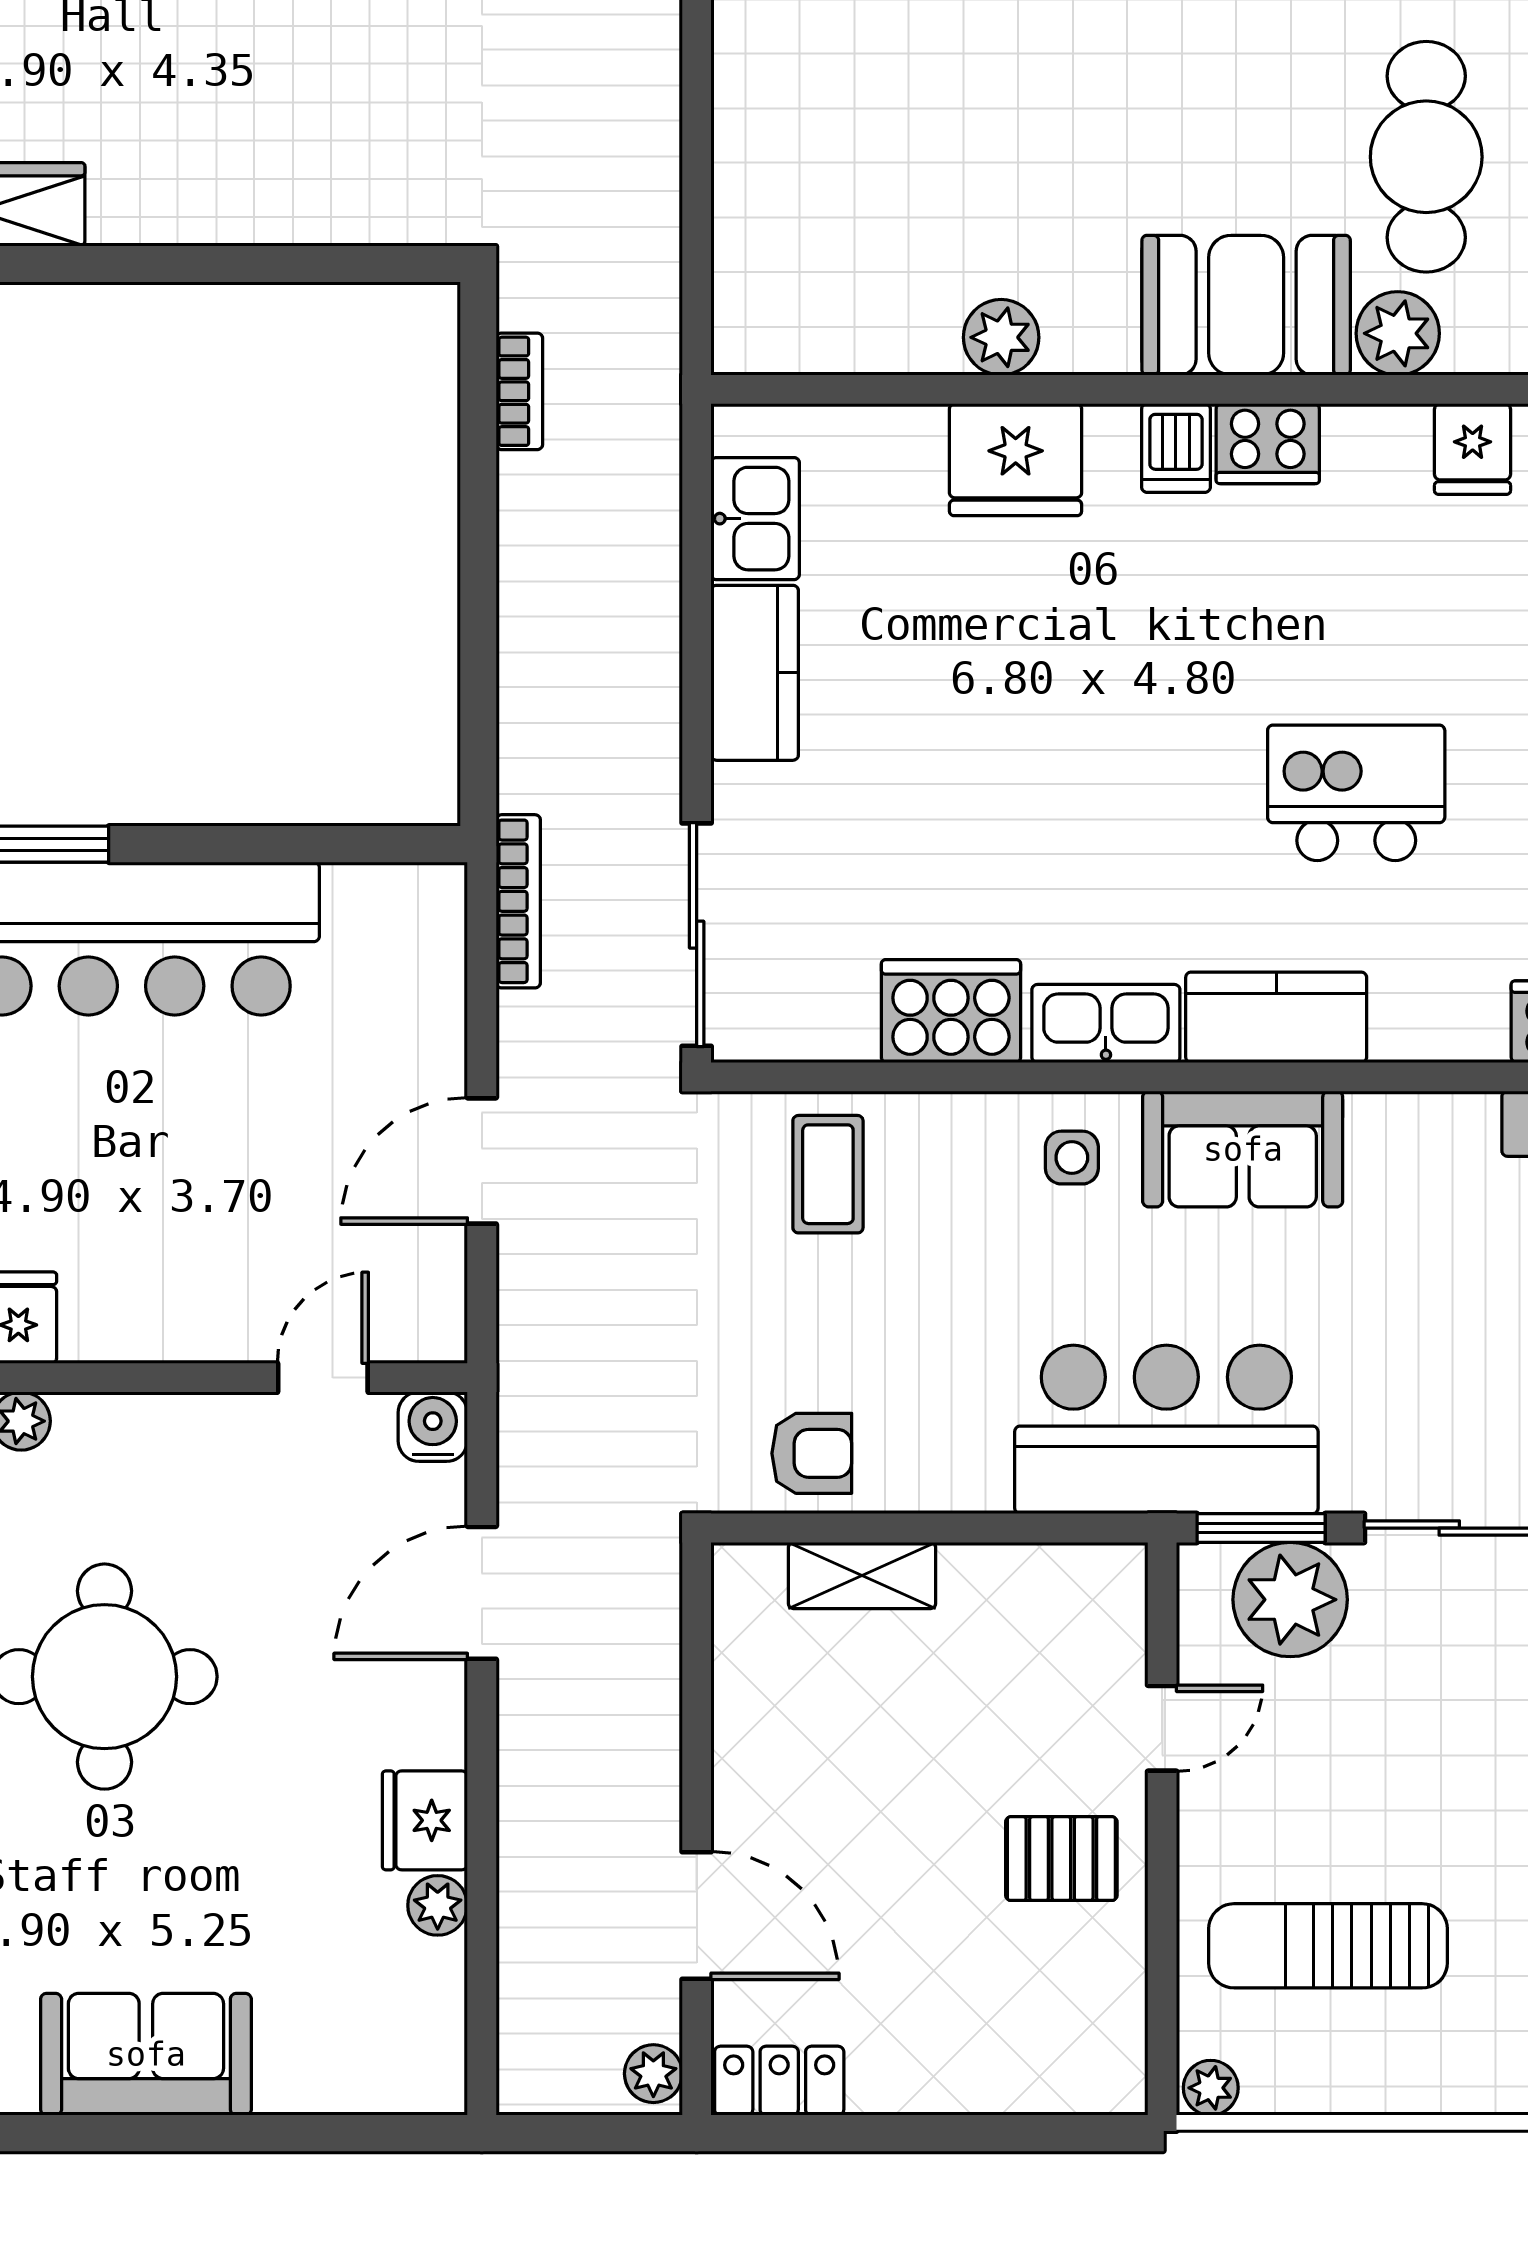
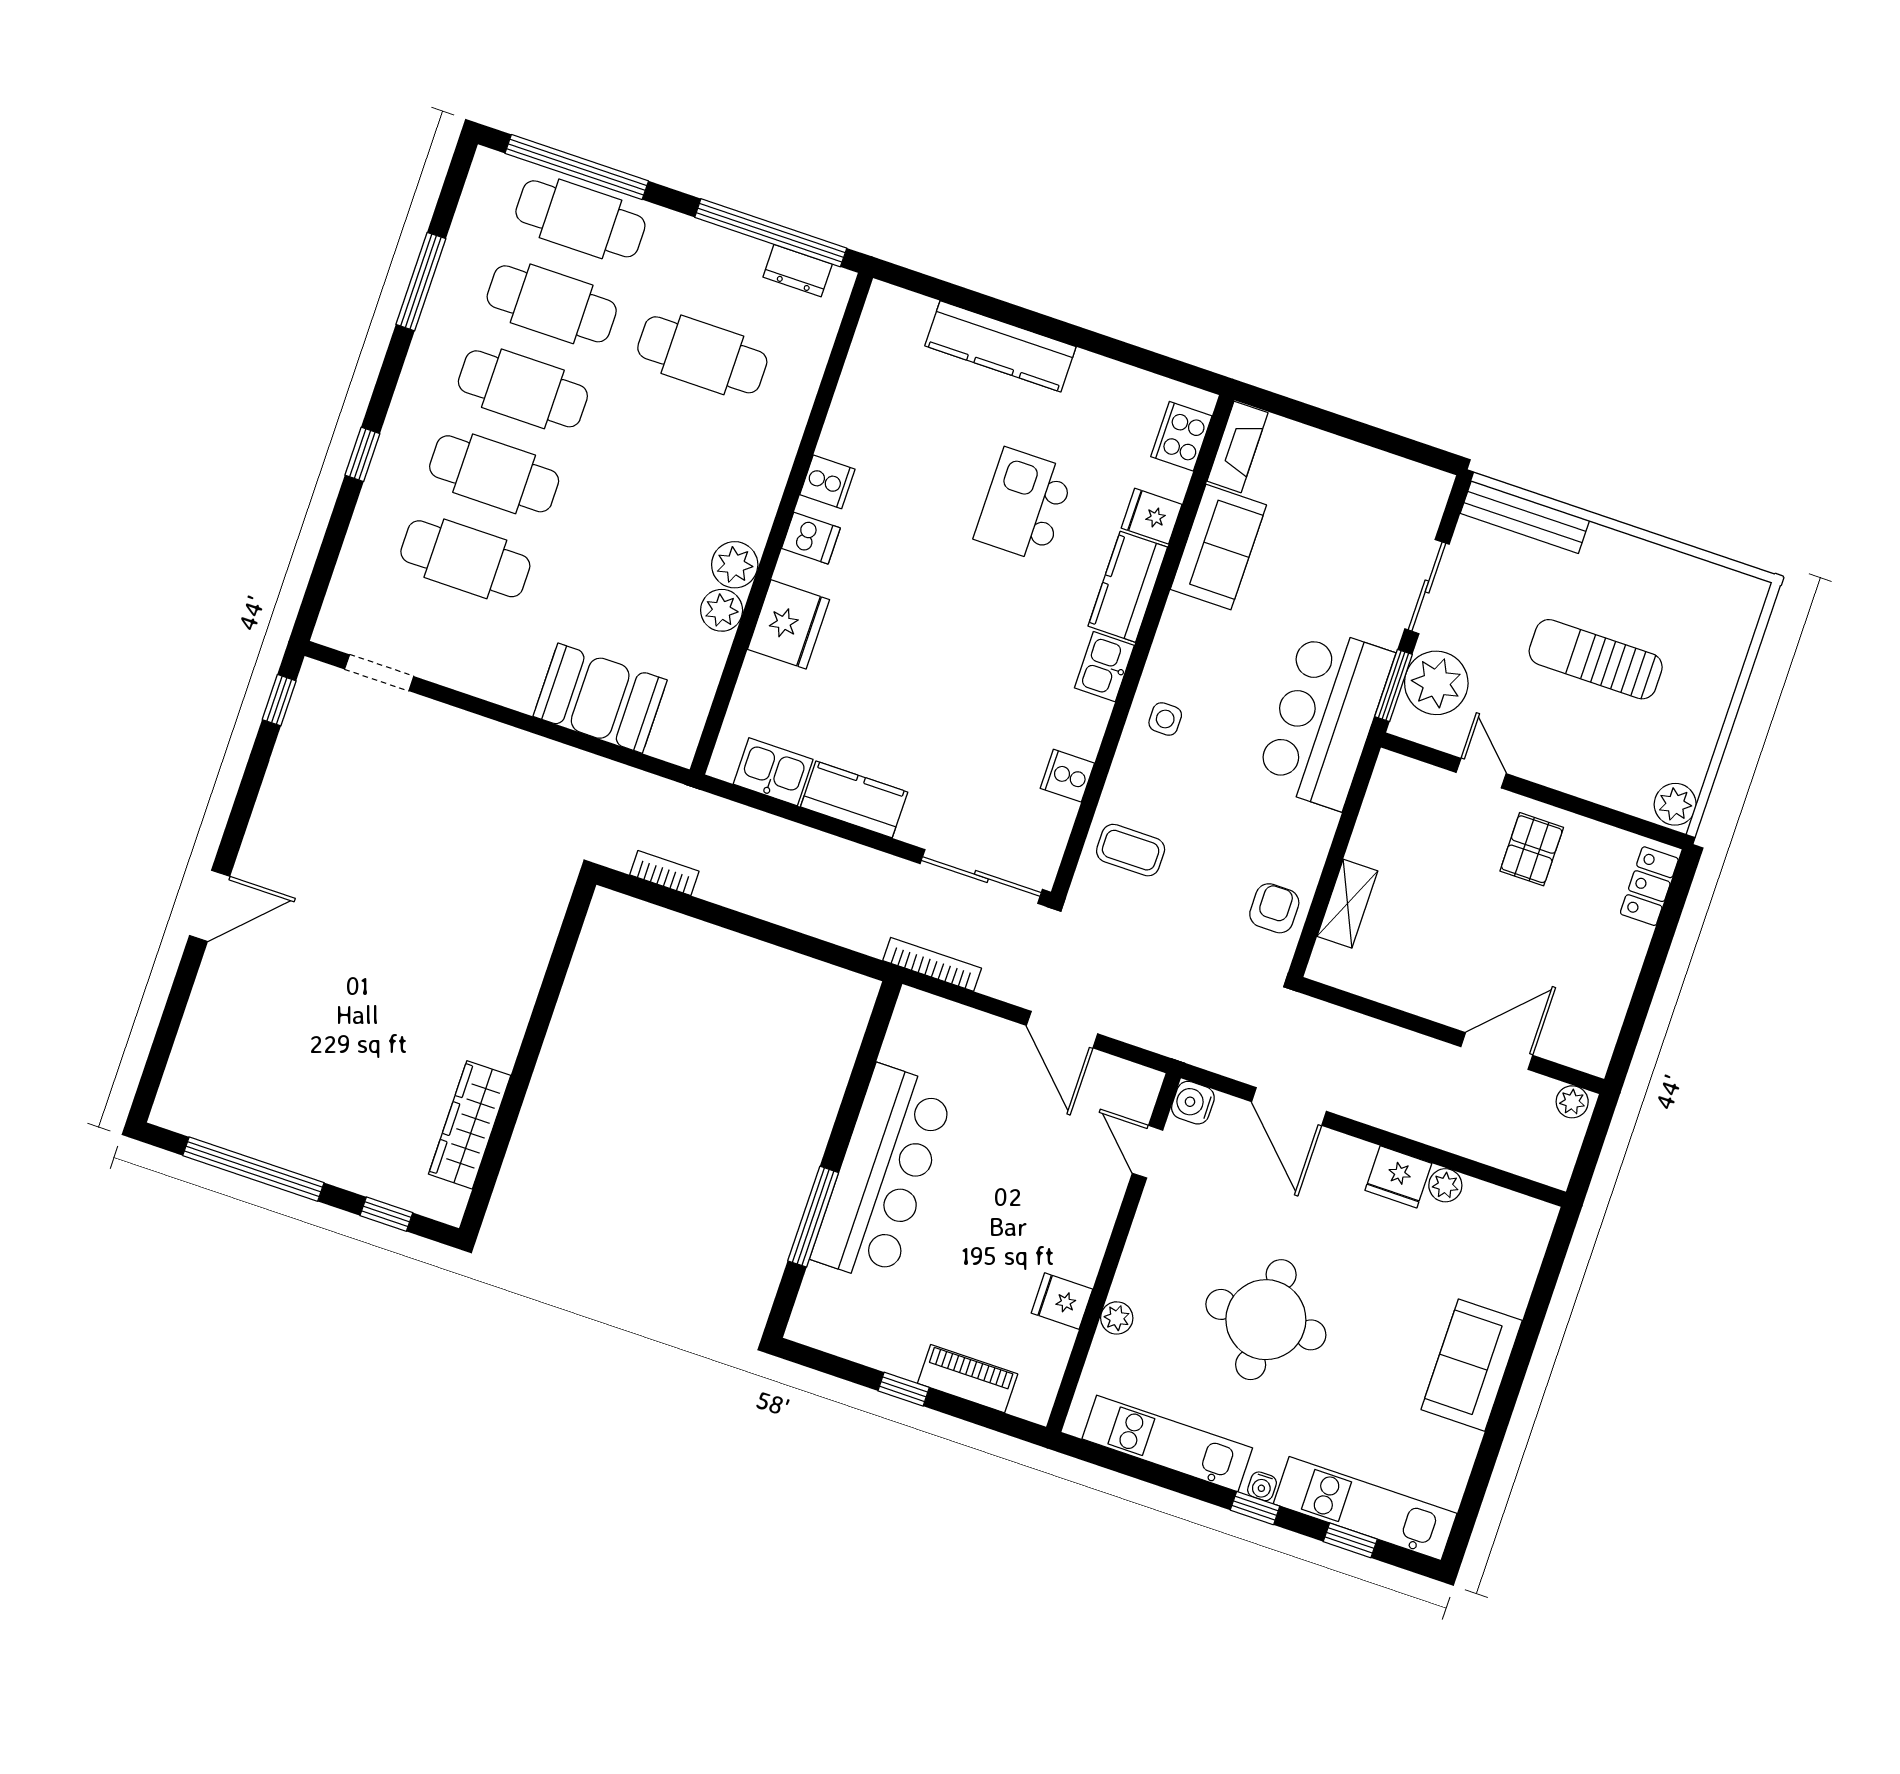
booth: (1246, 305) -> (600, 698), moved, turned 90
plant: (1398, 333) -> (735, 565), moved
cooker: (1268, 444) -> (827, 482), width x0.73
fridge: (1473, 449) -> (1152, 516), moved, turned 180
cooker: (951, 1011) -> (1067, 776), width x0.53, depth x0.76
kitchen sink: (1106, 1023) -> (1104, 667), width x0.73
sofa: (1243, 1149) -> (1218, 547), moved
sun lounger: (1328, 1946) -> (1596, 659), moved, turned 90
locker: (779, 2081) -> (1649, 886), moved
plant: (1211, 2088) -> (1675, 804), width x1.38, depth x1.38

